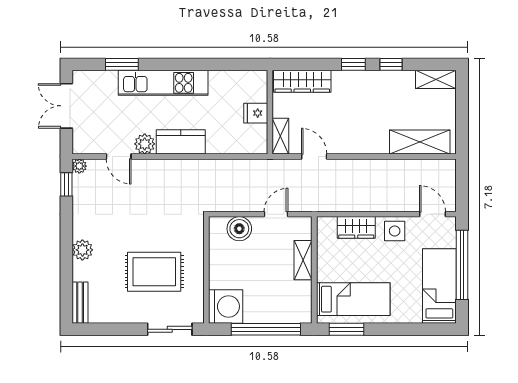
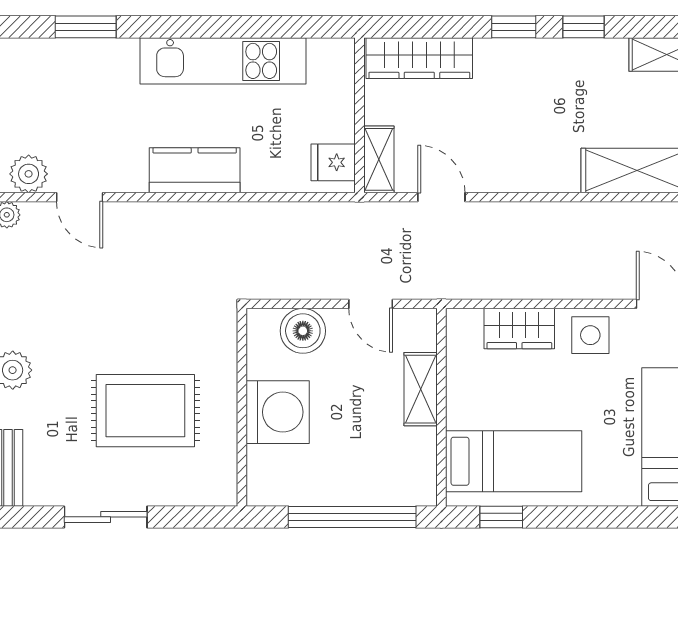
kitchen unit: (163, 83) -> (223, 61), moved
fridge: (256, 113) -> (333, 162), moved
plant: (145, 144) -> (29, 174), moved
door: (276, 214) -> (371, 304), swing flipped
washing machine: (226, 306) -> (278, 412), moved
sliding door: (170, 329) -> (106, 517), moved
window: (347, 329) -> (501, 517), width x0.67

